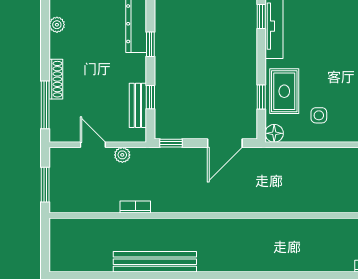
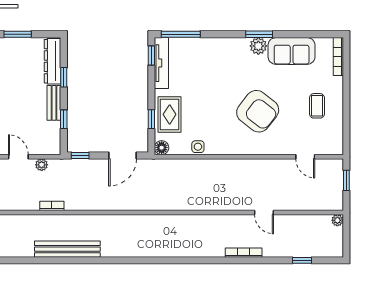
bench: (138, 105) -> (54, 103), moved
side table: (319, 115) -> (198, 147), moved

